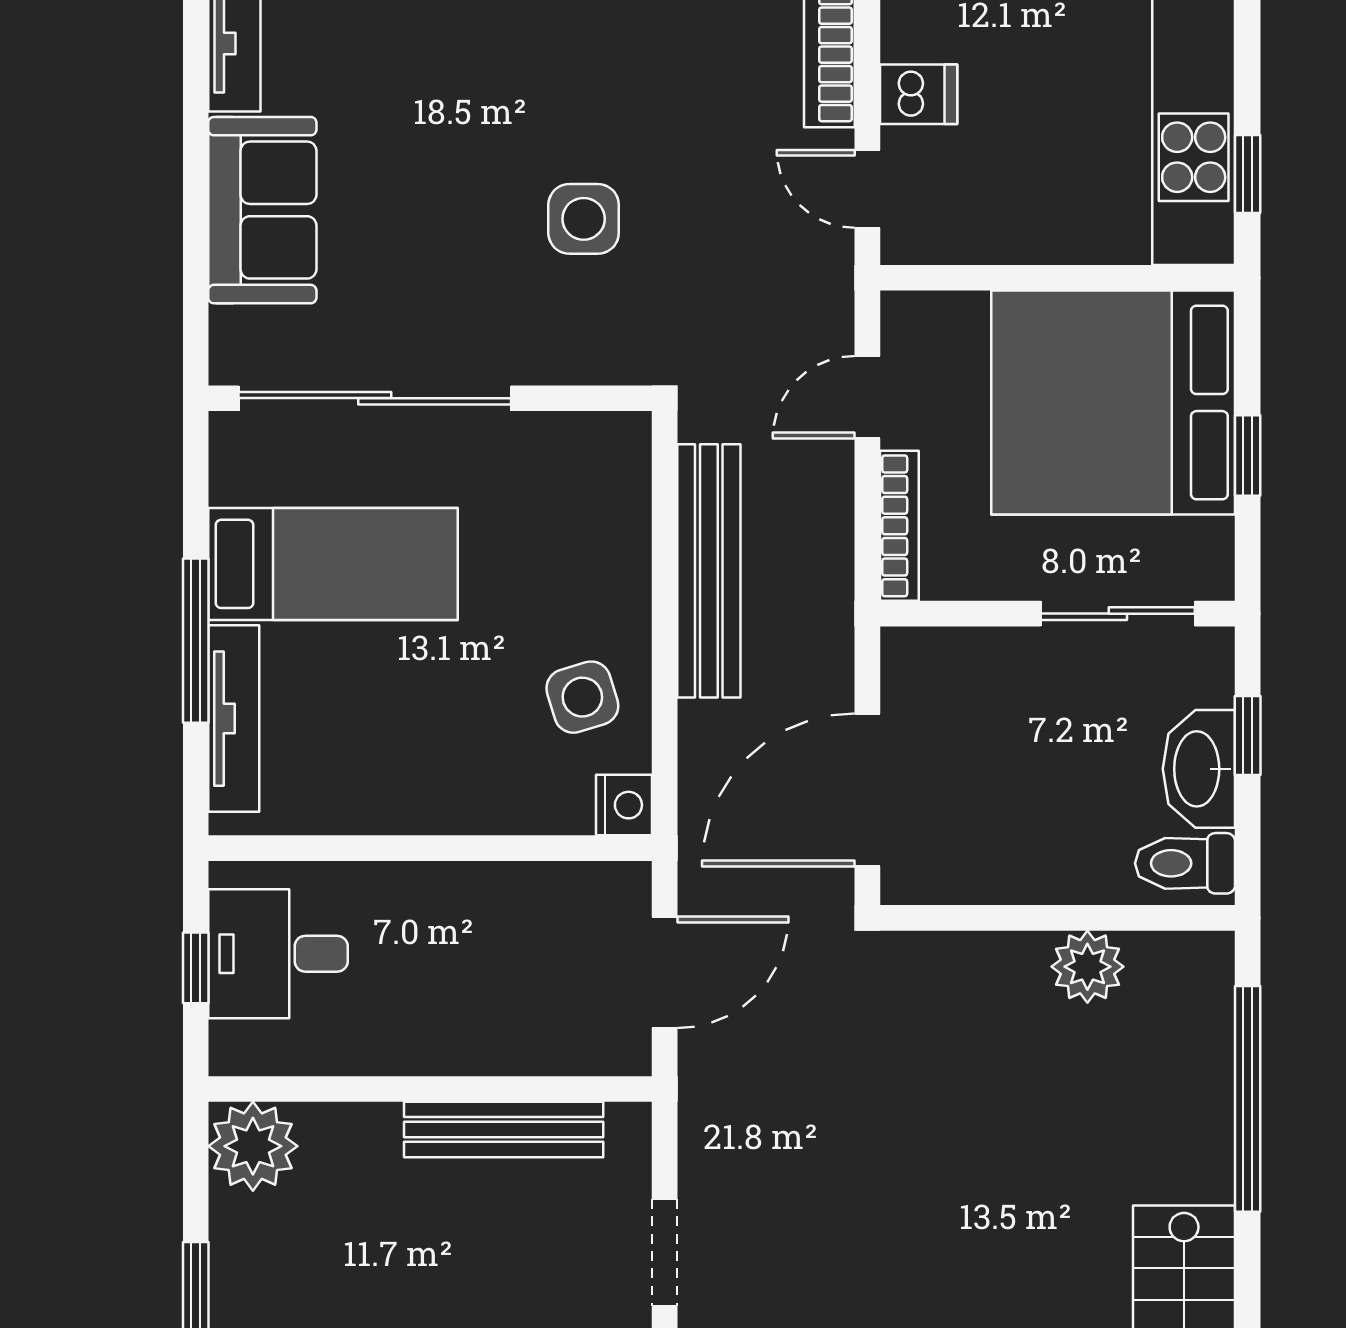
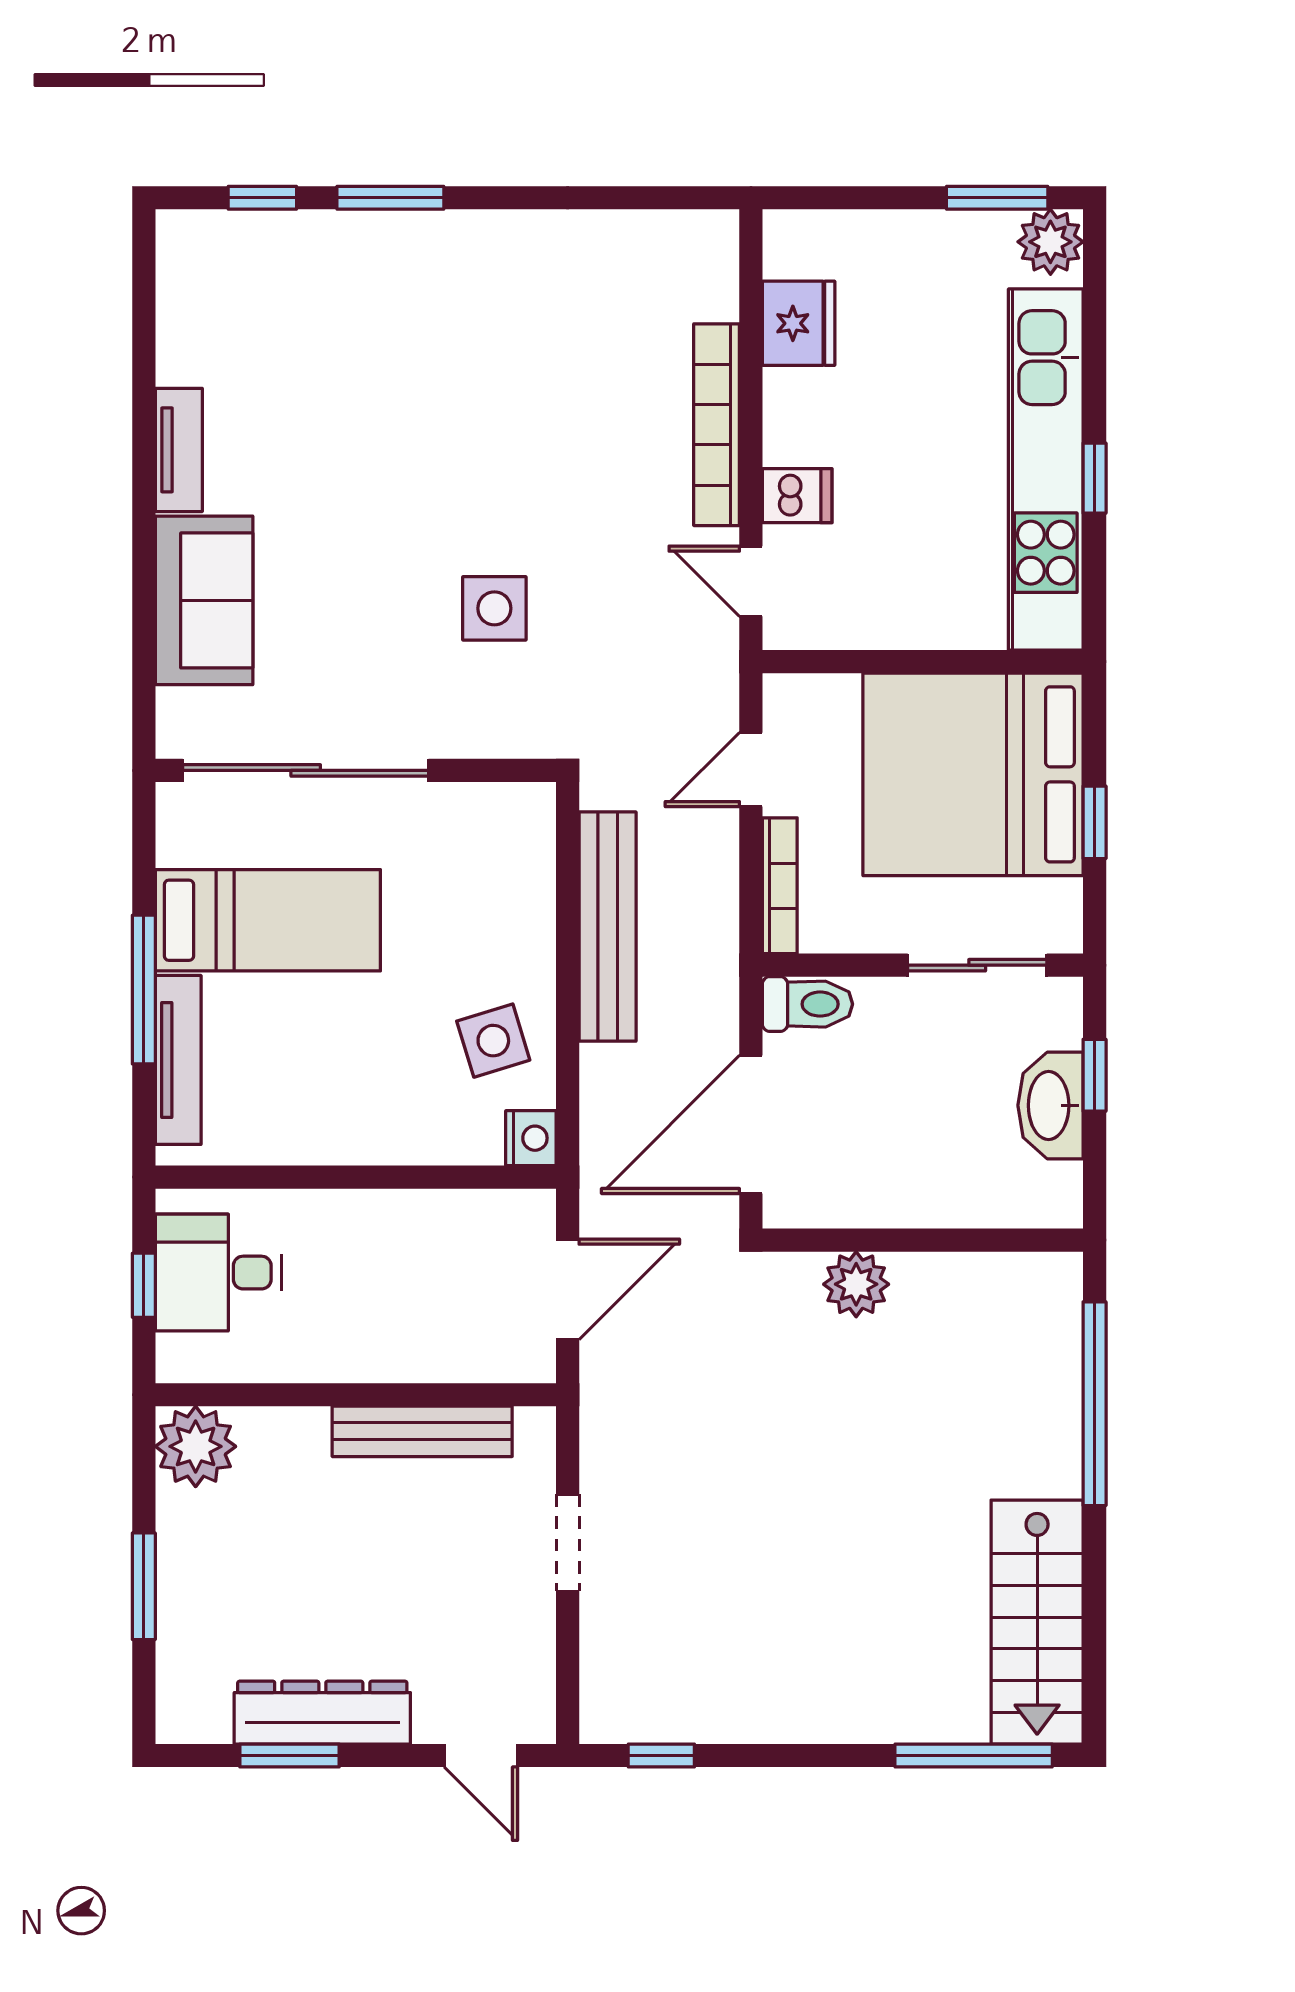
window: (1248, 174) -> (1095, 478), moved
toilet: (1185, 863) -> (807, 1004), moved, turned 180
plant: (1087, 967) -> (856, 1284), moved

